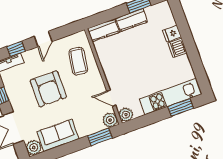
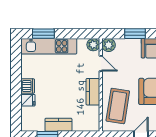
kitchen counter: (103, 30) -> (93, 92), moved, turned -90
coffee table: (78, 61) -> (118, 106), width x1.36, depth x1.32
window: (100, 137) -> (135, 34), moved

